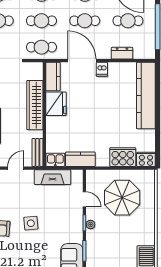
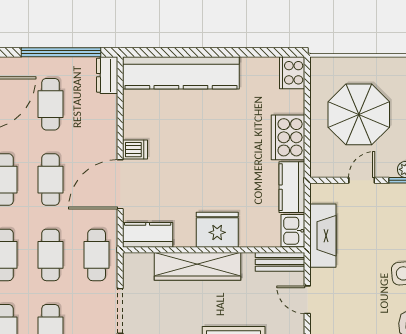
dresser: (122, 53) -> (107, 75), moved
fridge: (56, 104) -> (217, 230), moved
cooker: (123, 157) -> (288, 137), moved

